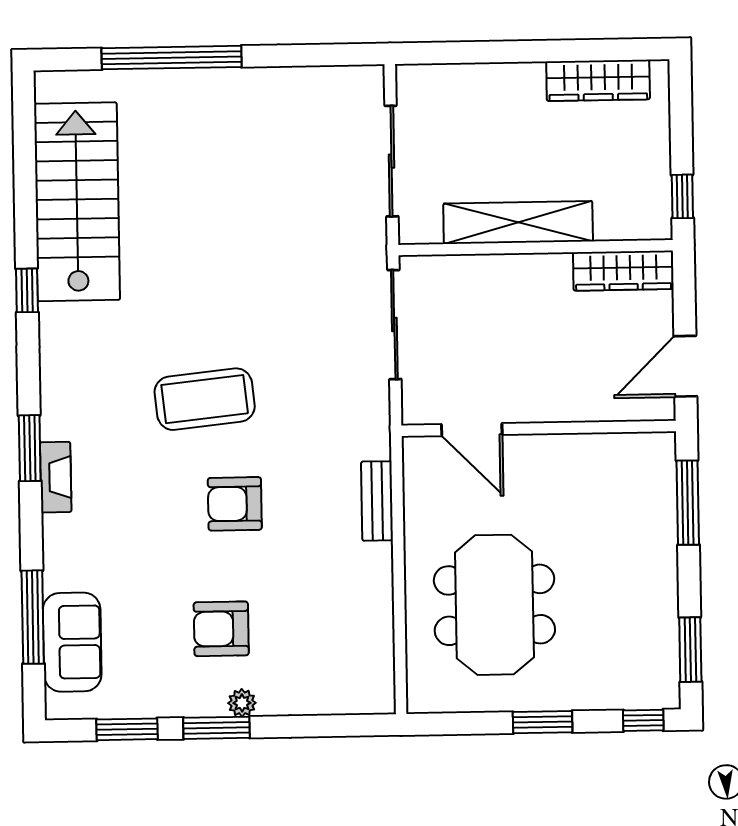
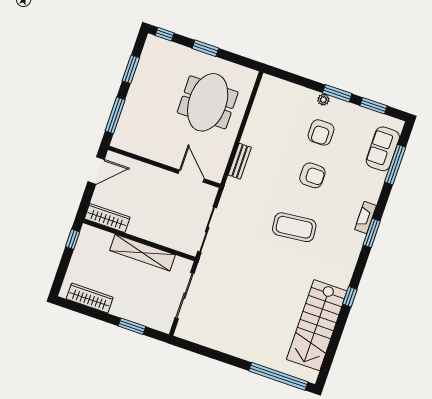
window: (483, 52) -> (132, 326), added
window: (172, 58) -> (278, 376), moved
armchair: (235, 504) -> (312, 175), moved
armchair: (221, 629) -> (321, 132), turned 90
window: (690, 650) -> (131, 69), moved

